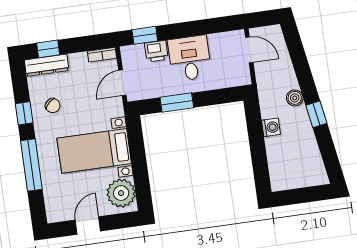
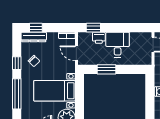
door: (122, 83) -> (76, 53), hinge flipped

